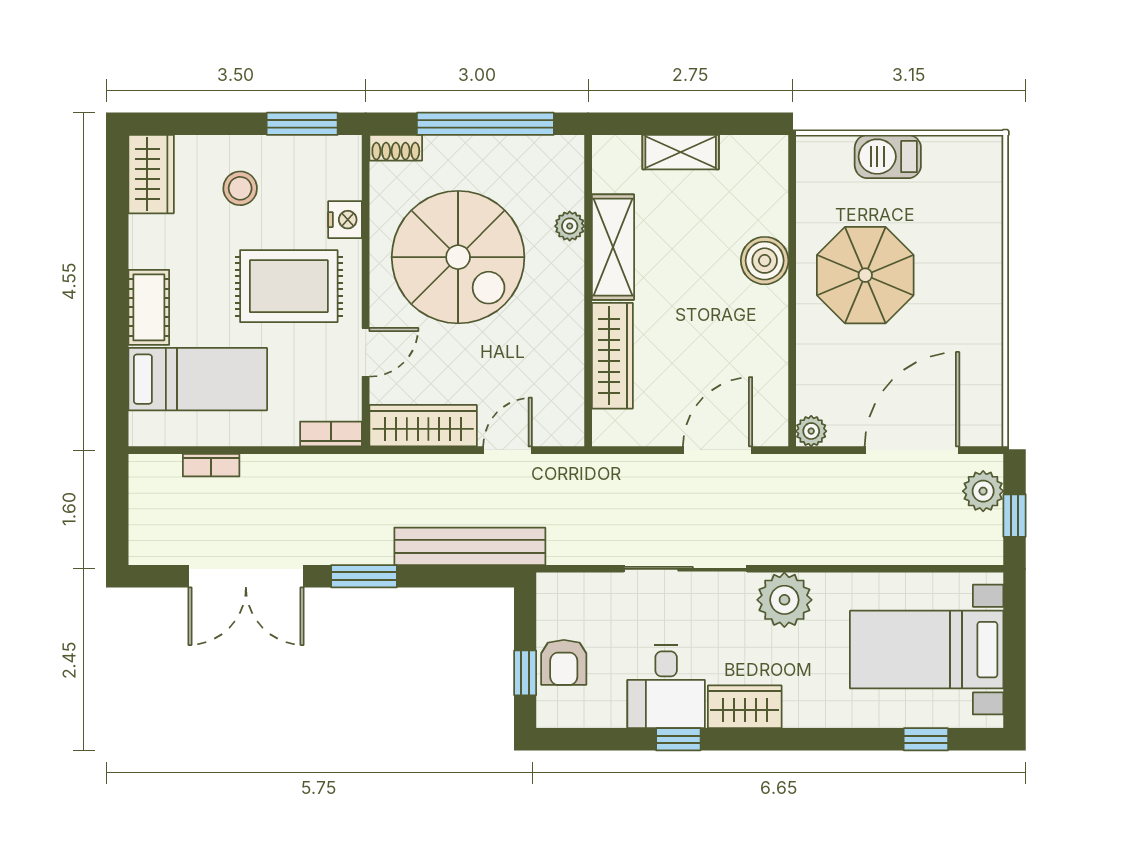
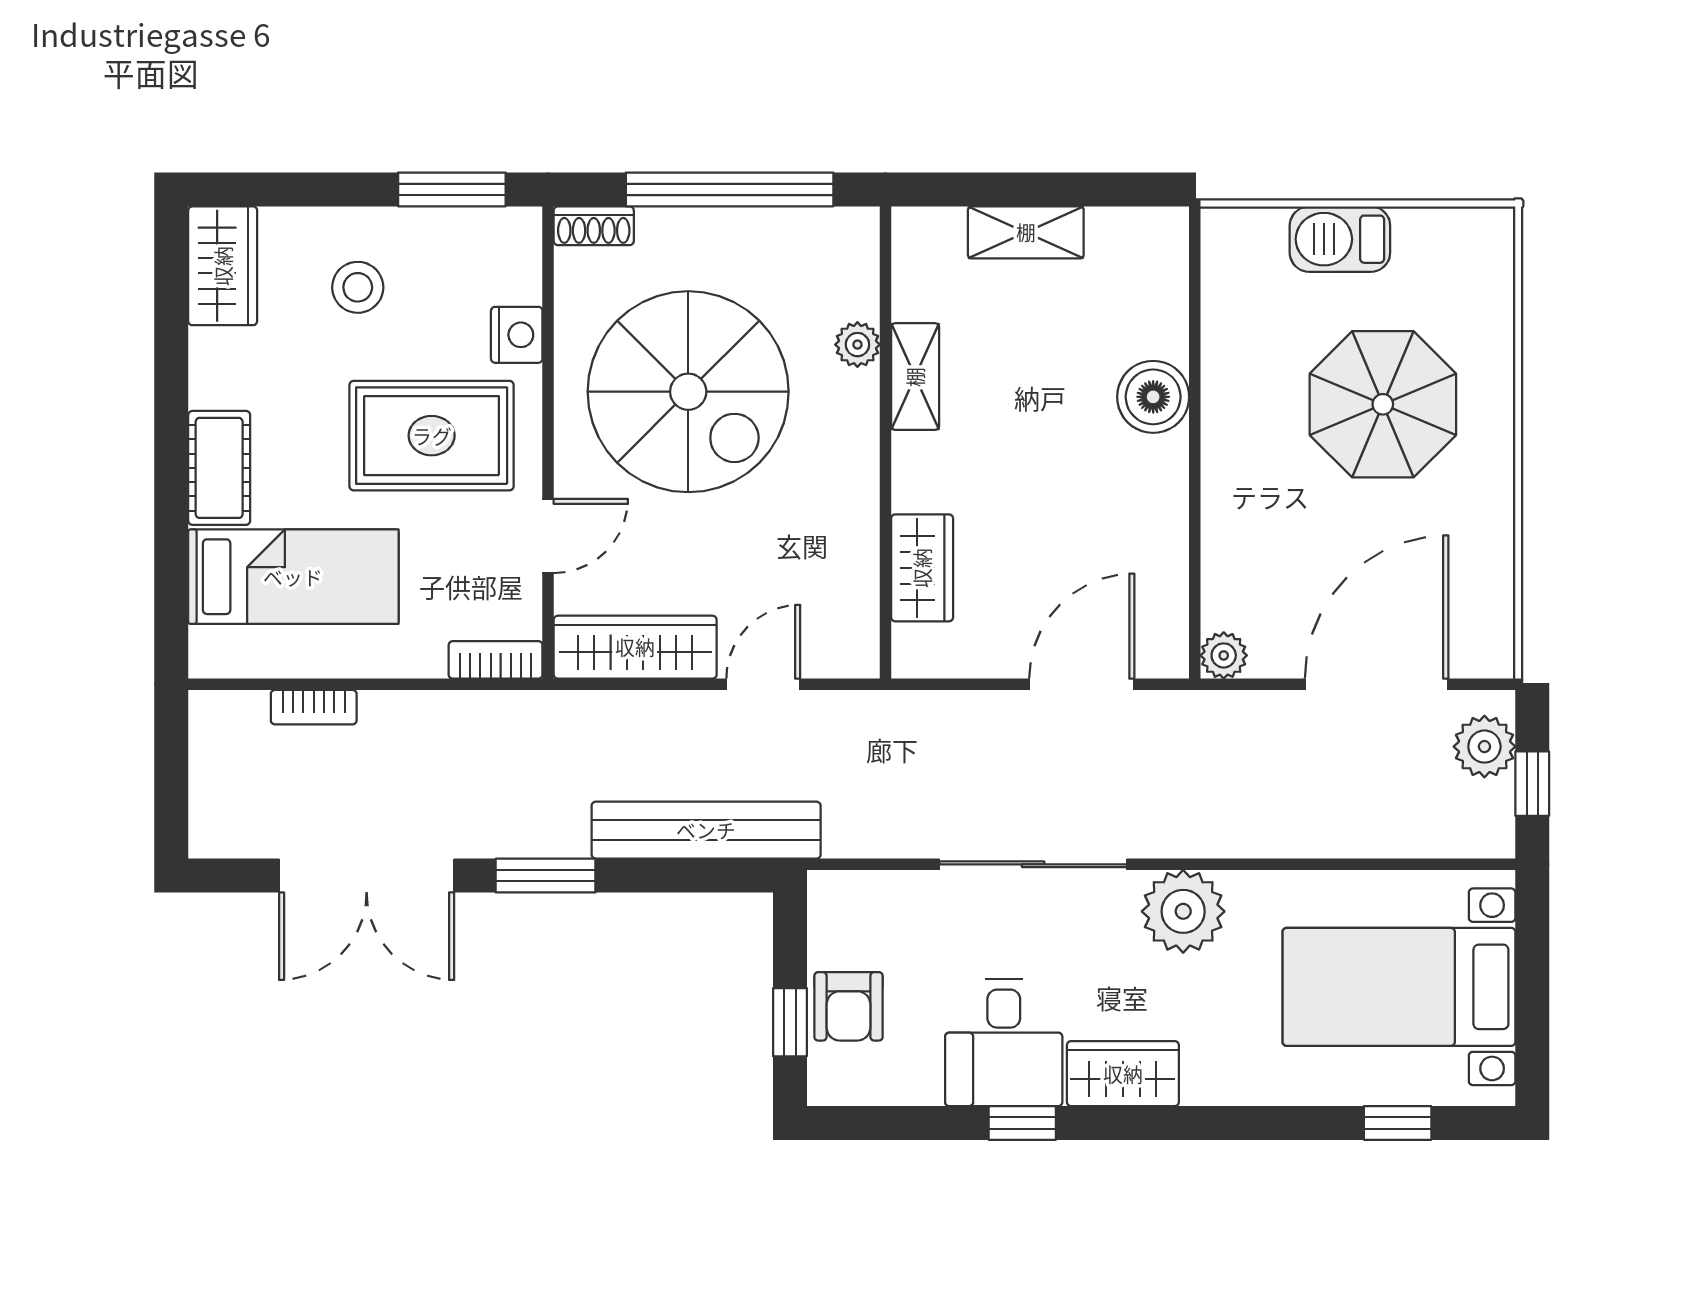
shelving: (613, 247) -> (915, 377), width x0.67, depth x0.75
parasol: (865, 275) -> (1383, 404), moved
wardrobe: (612, 356) -> (922, 568), width x0.67

